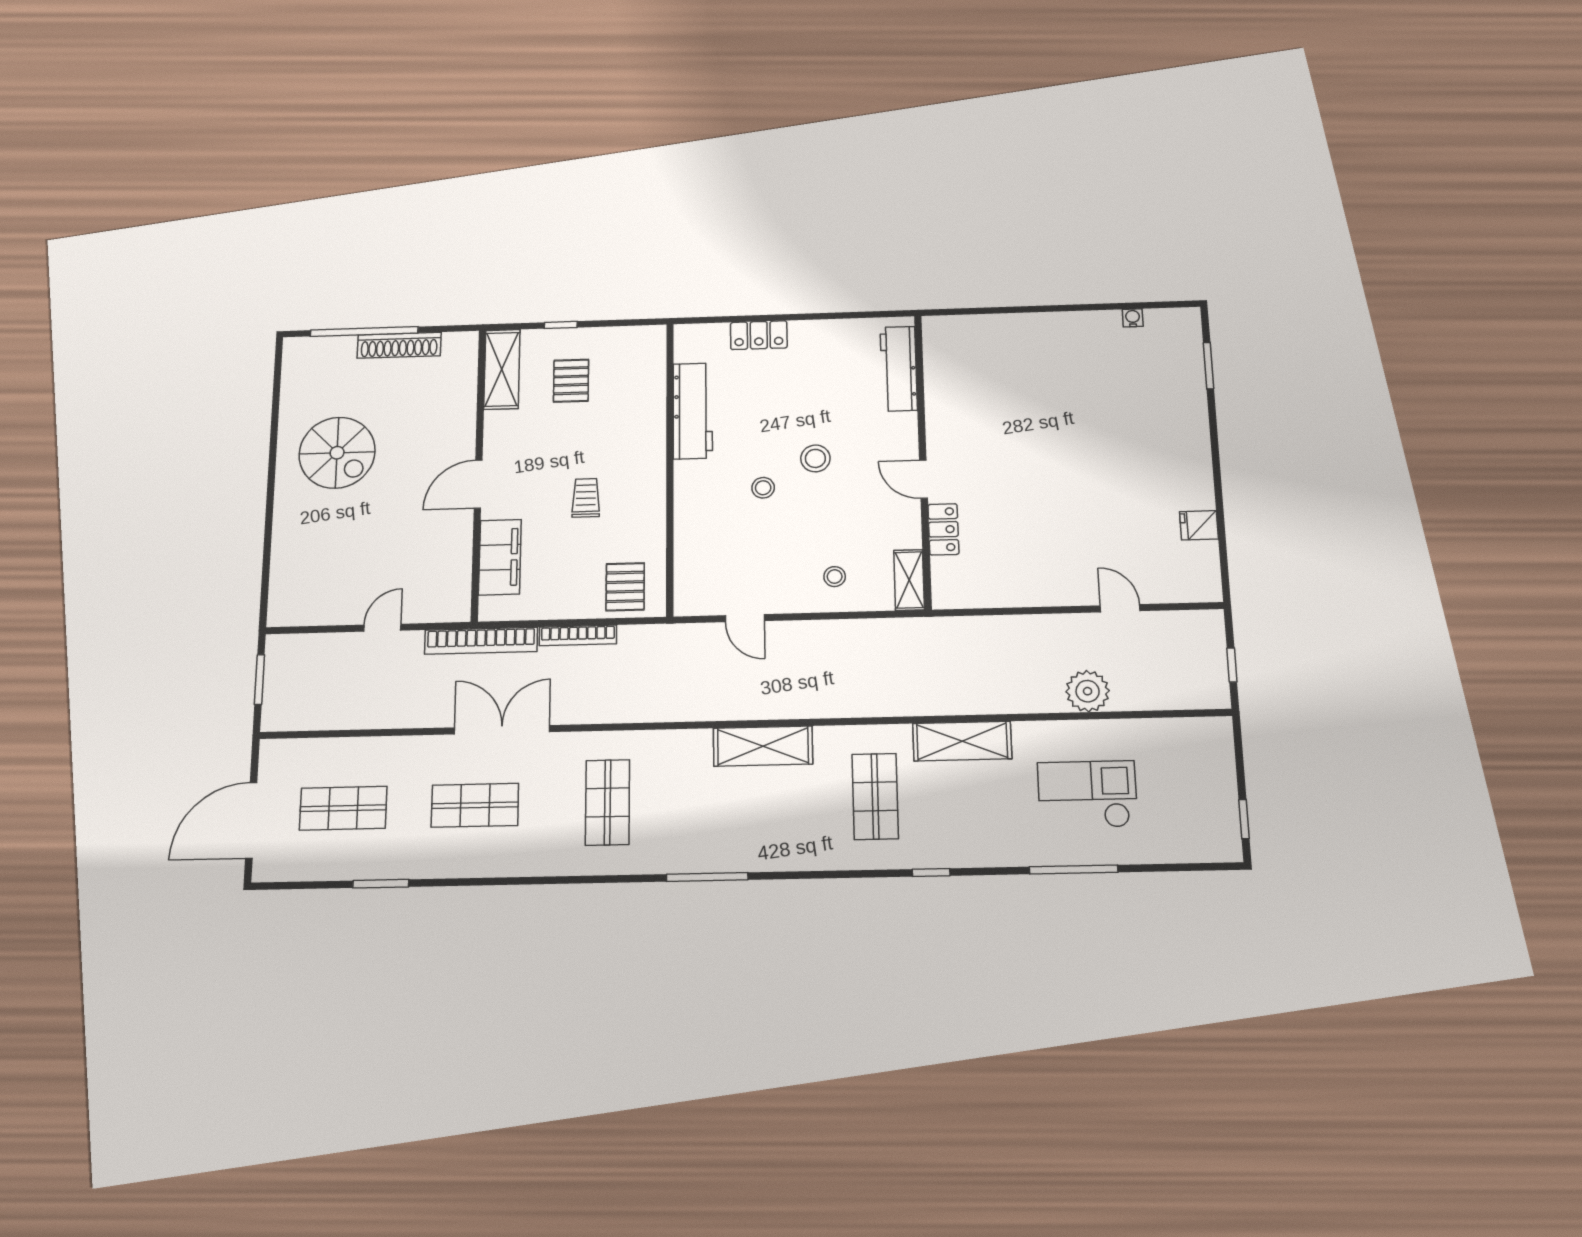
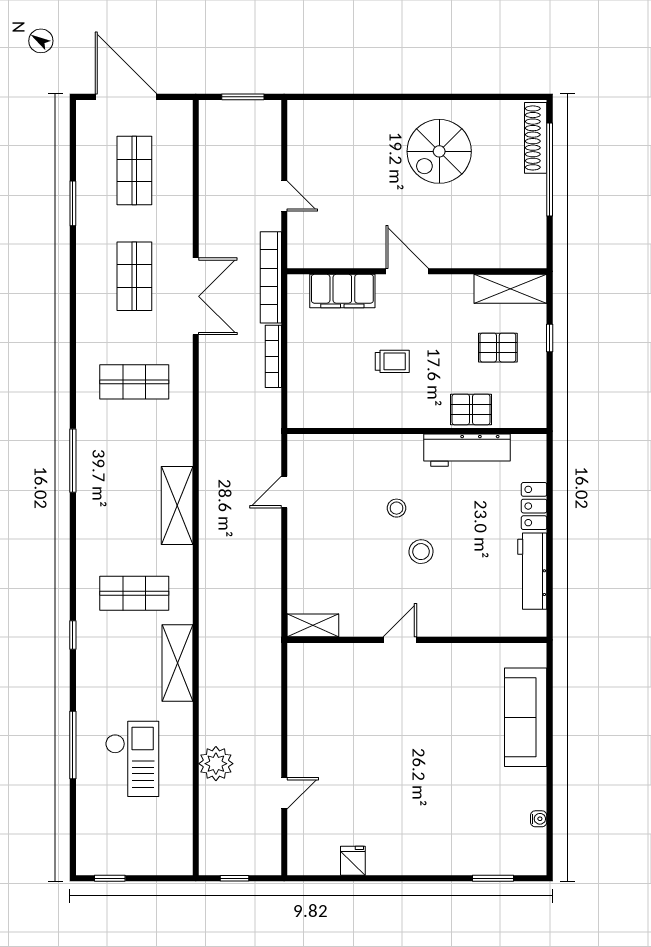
sofa: (1011, 336) -> (526, 717), added
shoe rack: (399, 345) -> (536, 138), moved
workbench: (899, 369) -> (532, 571), moved, turned -90
locker: (943, 529) -> (356, 655), removed
stool: (835, 577) -> (318, 565), removed
pallet: (625, 587) -> (471, 409), moved

